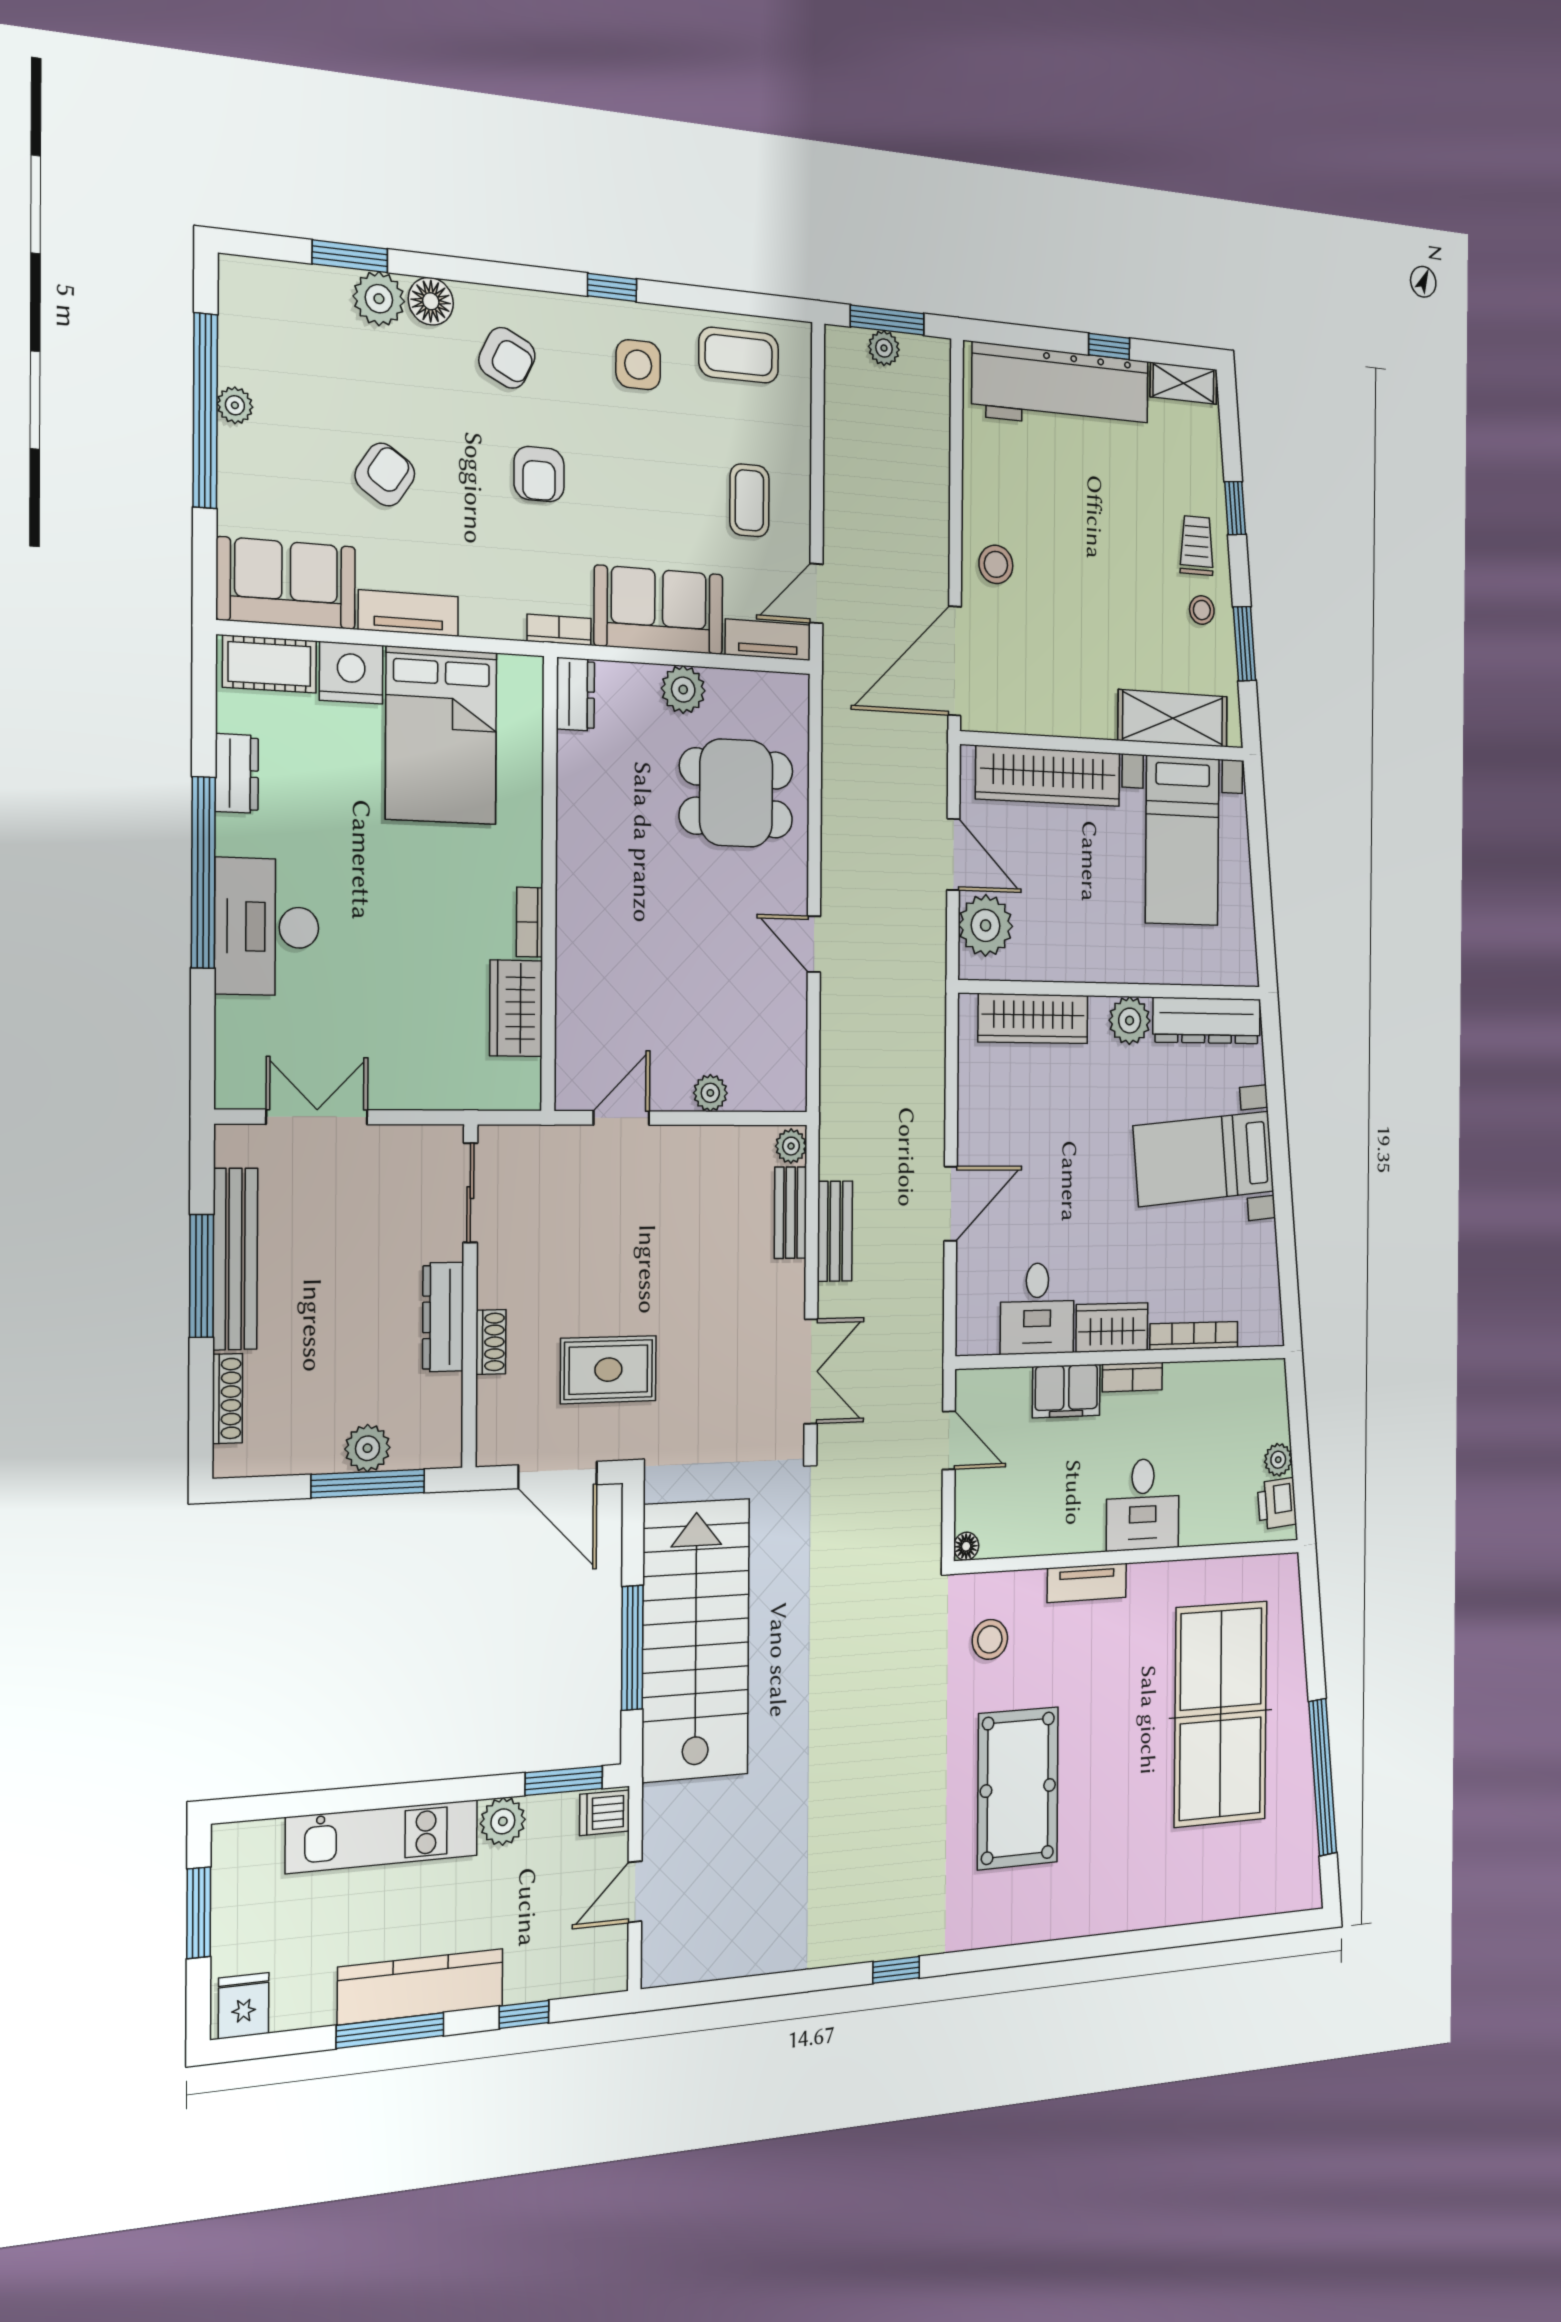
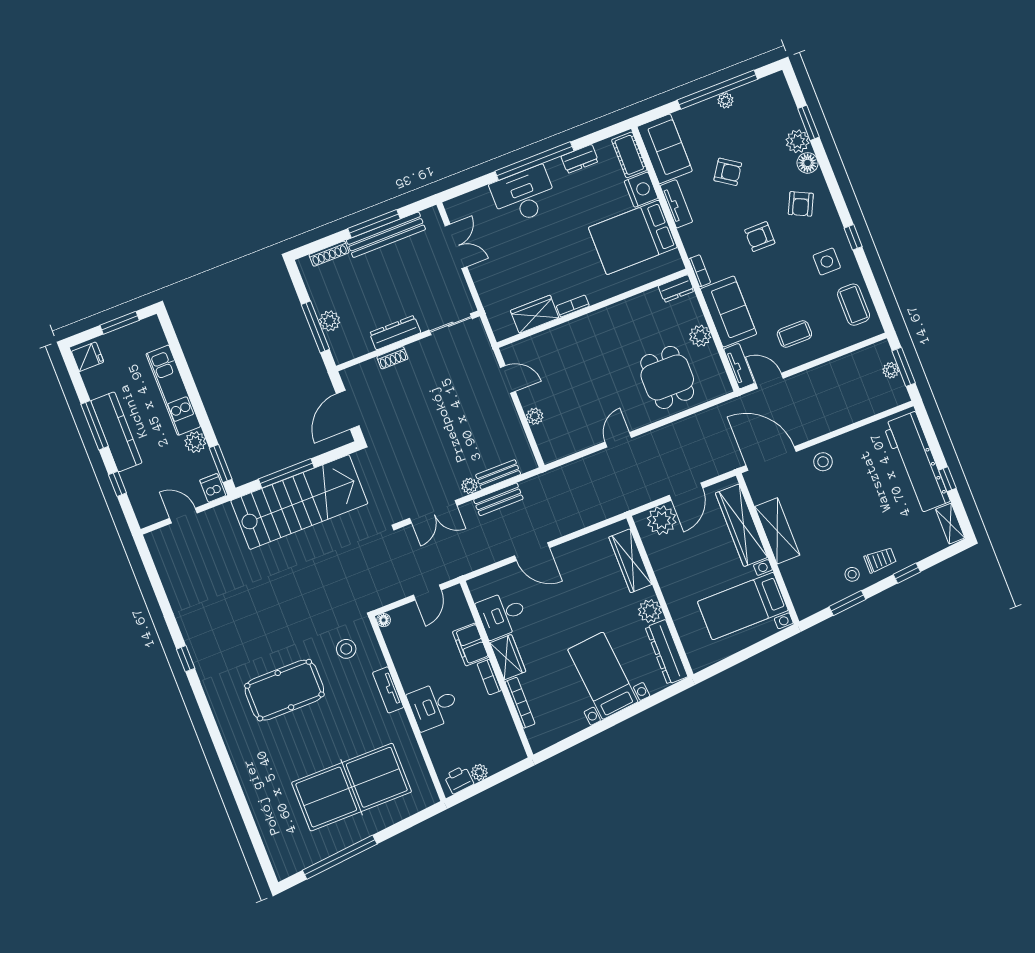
shelving: (1173, 718) -> (777, 531), moved
plant: (791, 1146) -> (469, 486), moved
rug: (608, 1370) -> (400, 416), removed

